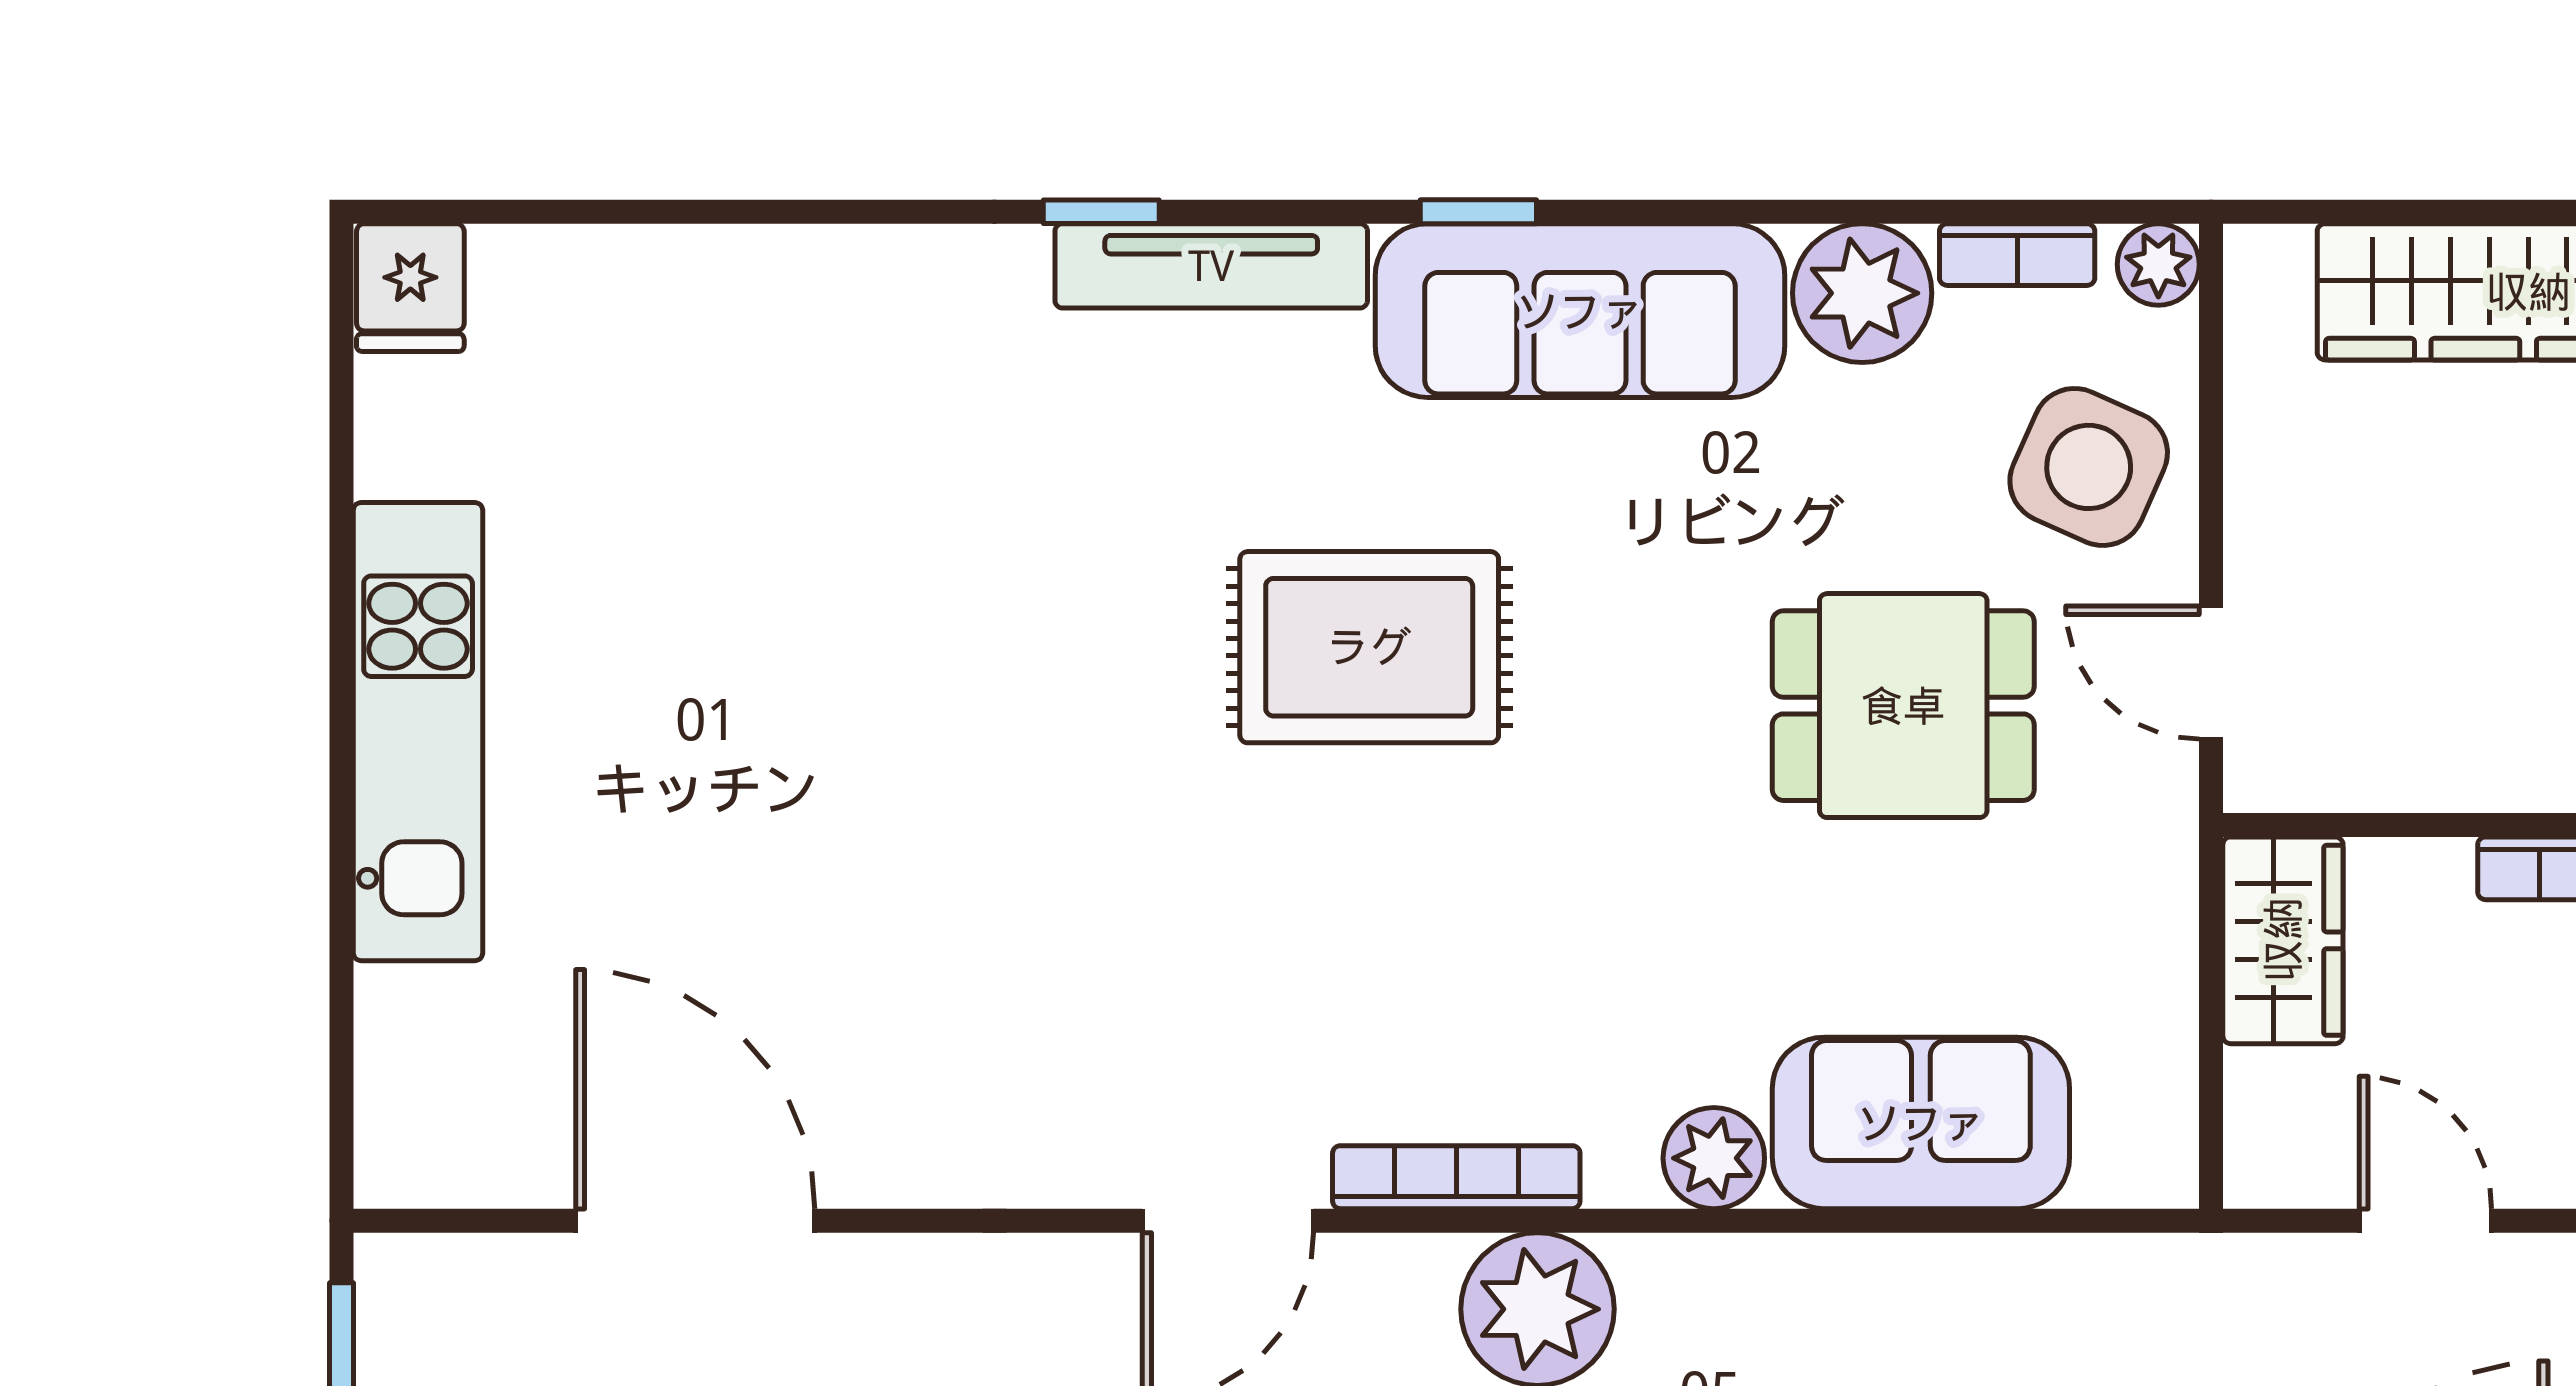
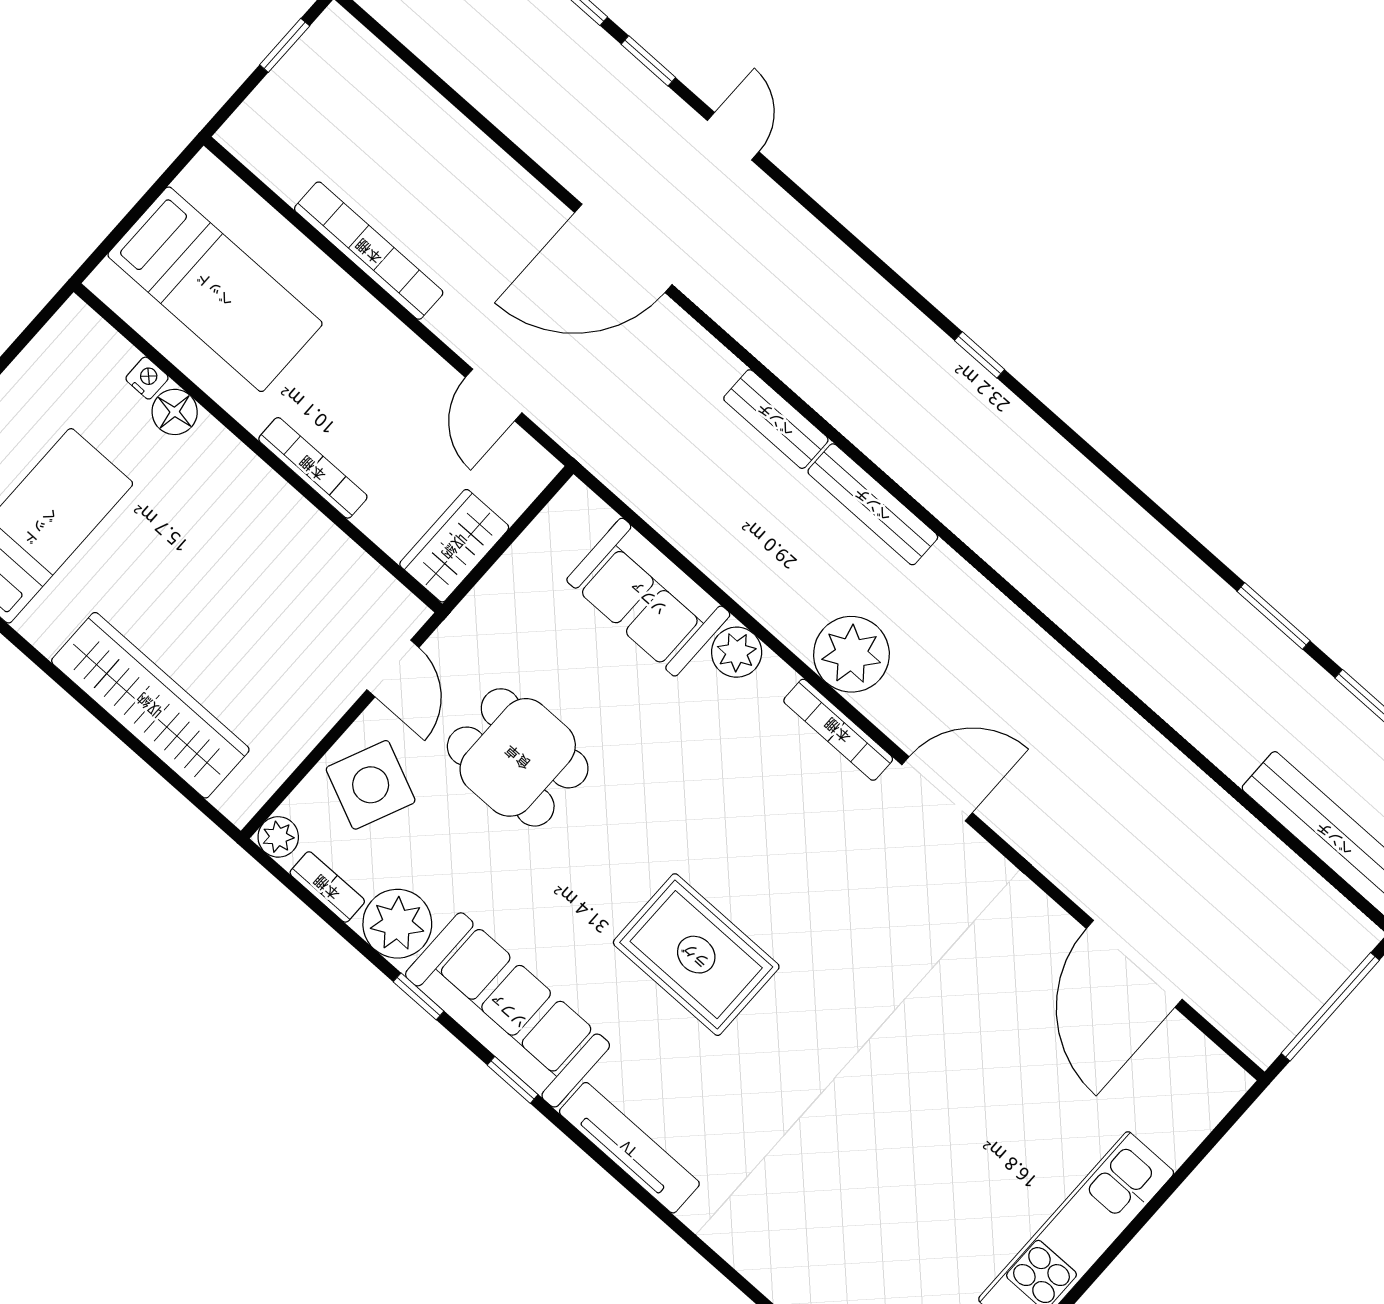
window: (1101, 212) -> (419, 996), moved

